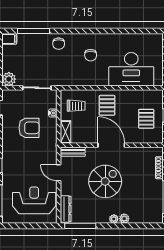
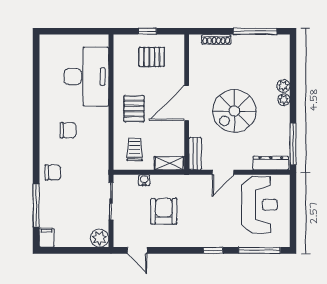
pallet: (107, 105) -> (134, 109), turned 90
spiral stairs: (105, 181) -> (234, 111), turned -90
reception desk: (34, 200) -> (259, 205), turned 180

